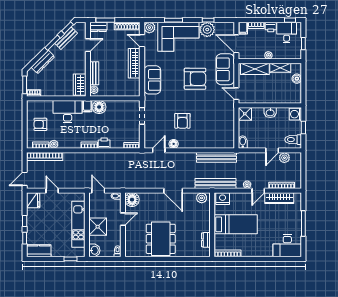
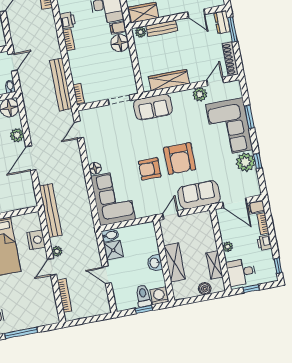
plant: (149, 28) -> (200, 94), moved
desk: (287, 33) -> (241, 272), moved, turned 180
door: (236, 44) -> (235, 203), swing flipped
wardrobe: (134, 63) -> (169, 80), moved
shelving: (255, 69) -> (174, 262), moved
sofa: (152, 80) -> (153, 107), moved
shower: (245, 114) -> (113, 250), moved
armchair: (182, 121) -> (150, 169), moved
corner sofa: (215, 135) -> (113, 198), added
toilet: (293, 140) -> (143, 296), moved
printer: (104, 143) -> (67, 20), moved
floor lamp: (174, 144) -> (95, 168), moved
door: (159, 150) -> (79, 130), swing flipped
bench: (217, 157) -> (61, 85), moved
plant: (284, 158) -> (101, 292), removed
door: (258, 191) -> (52, 267), hinge flipped
plant: (202, 198) -> (17, 135), moved
wardrobe: (279, 198) -> (48, 296), removed
nightstand: (223, 199) -> (36, 240), moved

